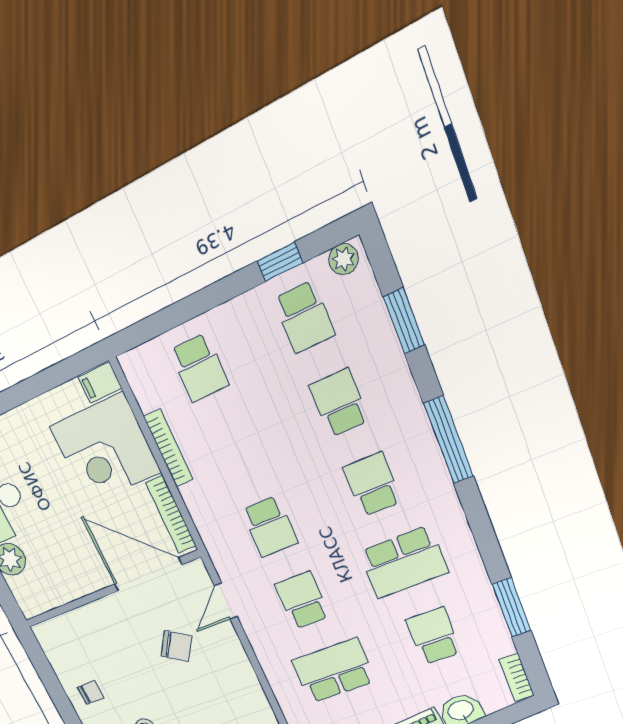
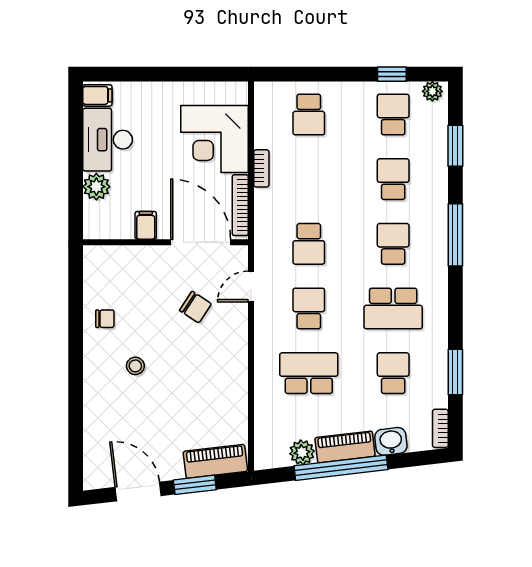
school desk: (304, 317) -> (393, 114), turned 180
filing cabinet: (100, 383) -> (146, 225), moved, turned 90
bookcase: (168, 448) -> (261, 168), width x0.64

